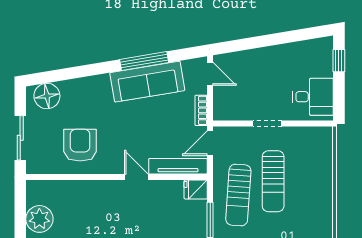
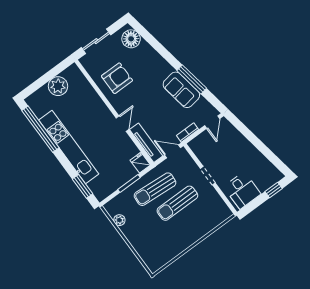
sofa: (147, 82) -> (181, 90), width x0.73

